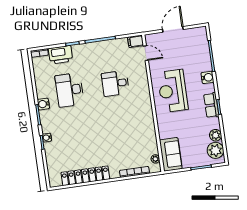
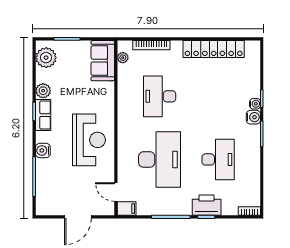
printer: (61, 55) -> (207, 205), moved
desk: (115, 83) -> (160, 159), width x1.87, depth x1.30
water cooler: (43, 104) -> (253, 117), moved
desk: (122, 133) -> (160, 96), added
plant: (216, 135) -> (43, 91), moved

